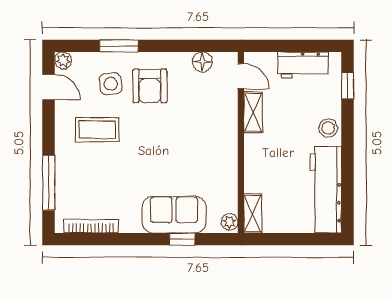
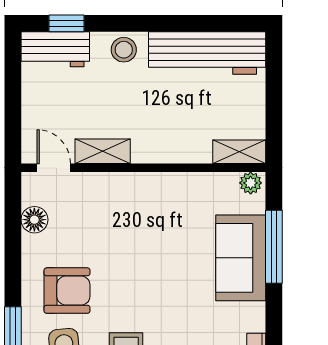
workbench: (303, 65) -> (55, 49), moved, turned 90
door: (241, 76) -> (54, 168), hinge flipped
window: (182, 239) -> (274, 247), width x2.17

